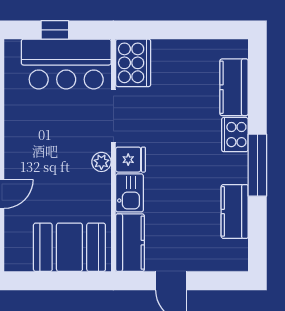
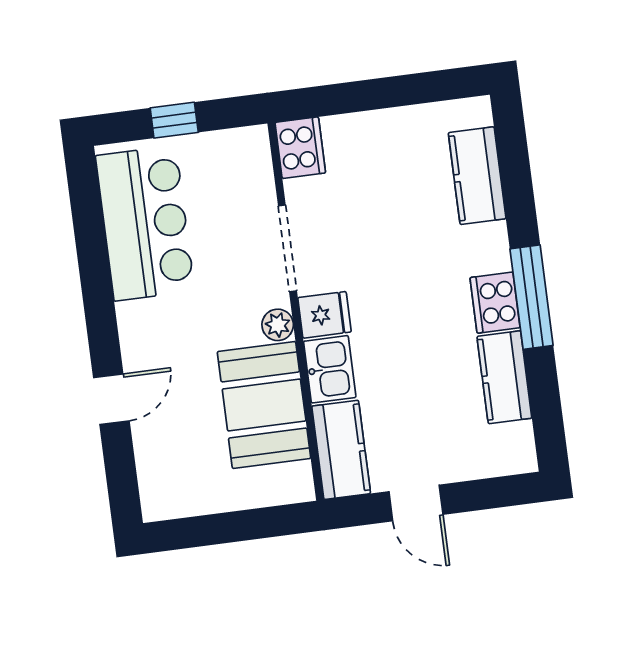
cooker: (133, 63) -> (300, 148), width x0.73, depth x0.76
bar counter: (66, 64) -> (145, 223), moved, turned -90
cooker: (235, 135) -> (495, 303), moved
booth: (69, 247) -> (264, 405), moved, turned 90

